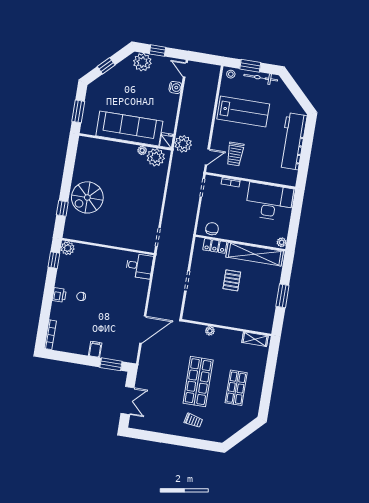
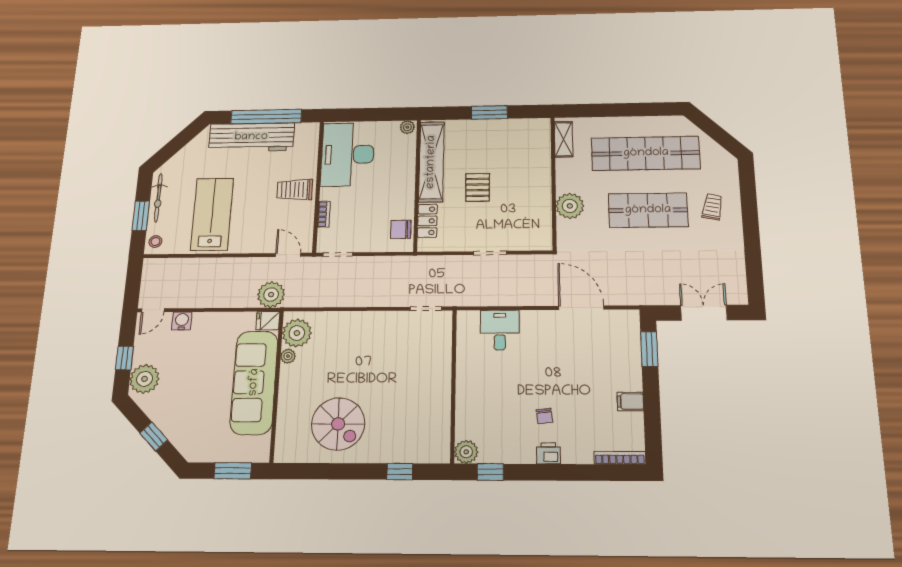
window: (306, 152) -> (266, 117), added
trolley: (235, 154) -> (295, 190), moved, turned 180
spiral stairs: (87, 197) -> (338, 424), moved
desk: (139, 266) -> (500, 330), moved
pallet: (232, 280) -> (478, 187), turned 90
plant: (210, 331) -> (570, 206), width x1.87, depth x1.87
filing cabinet: (95, 349) -> (630, 401), moved
shop shelf: (236, 388) -> (646, 153), width x2.00, depth x1.36

